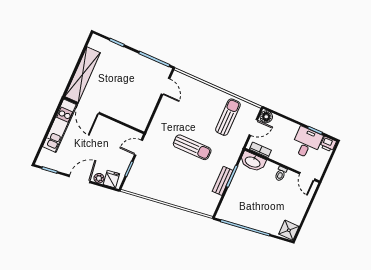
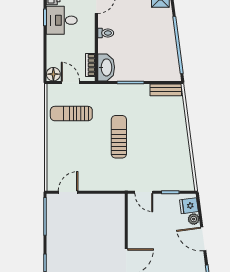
bench: (223, 181) -> (166, 90), moved

